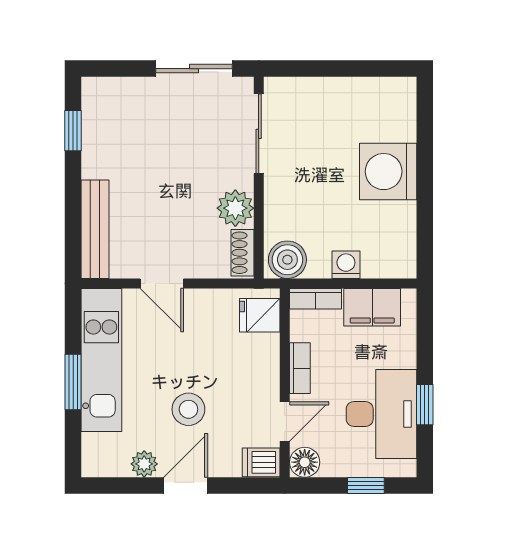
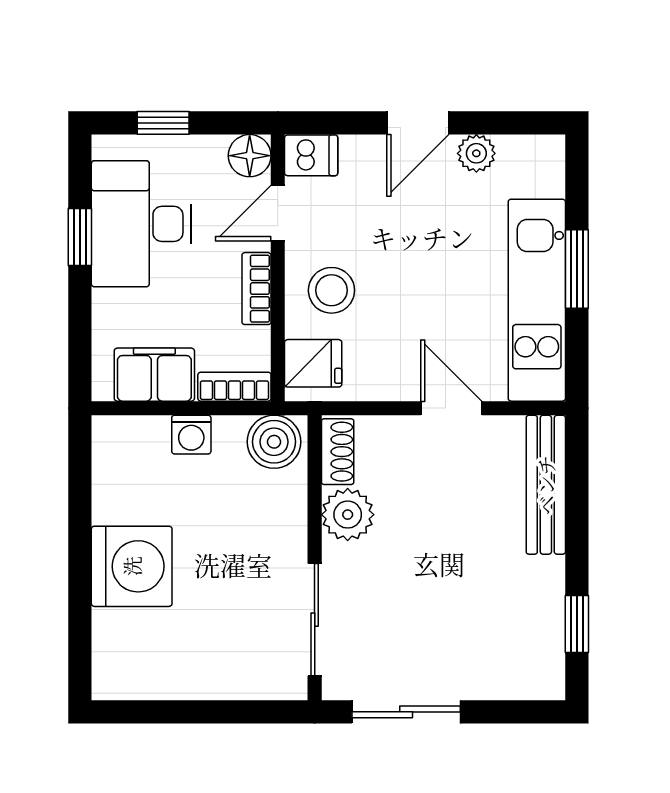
stool: (188, 409) -> (331, 290), moved

